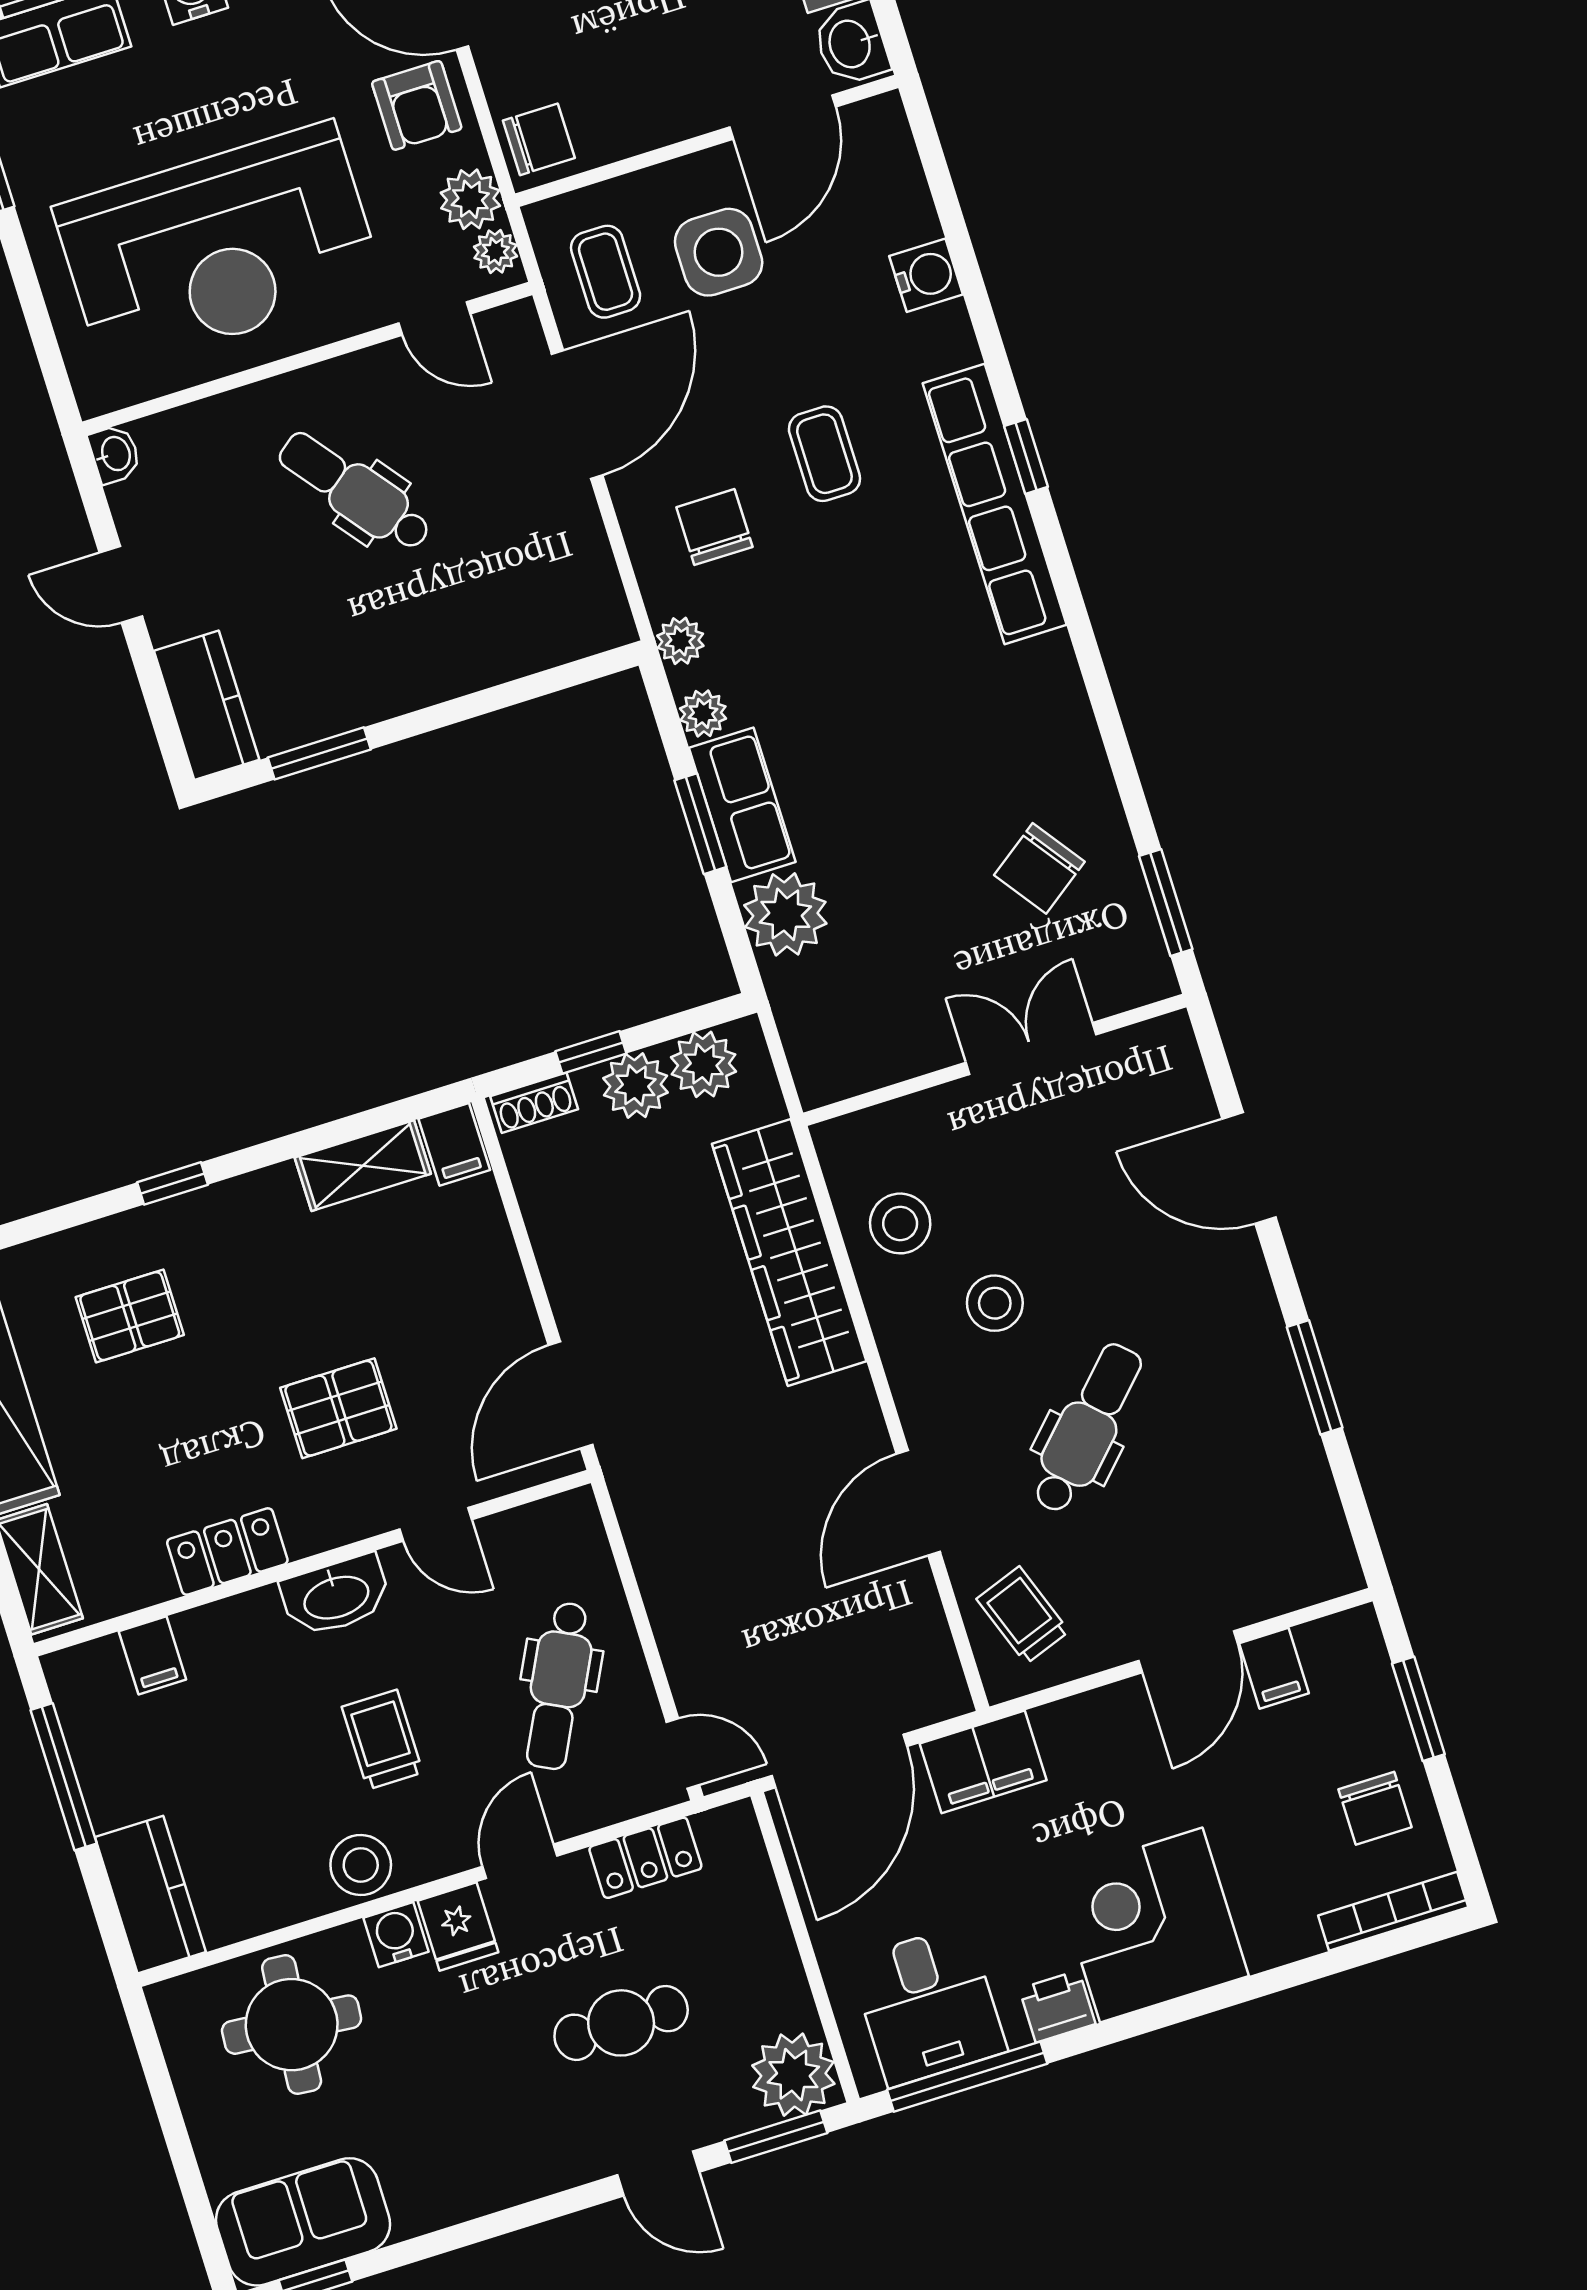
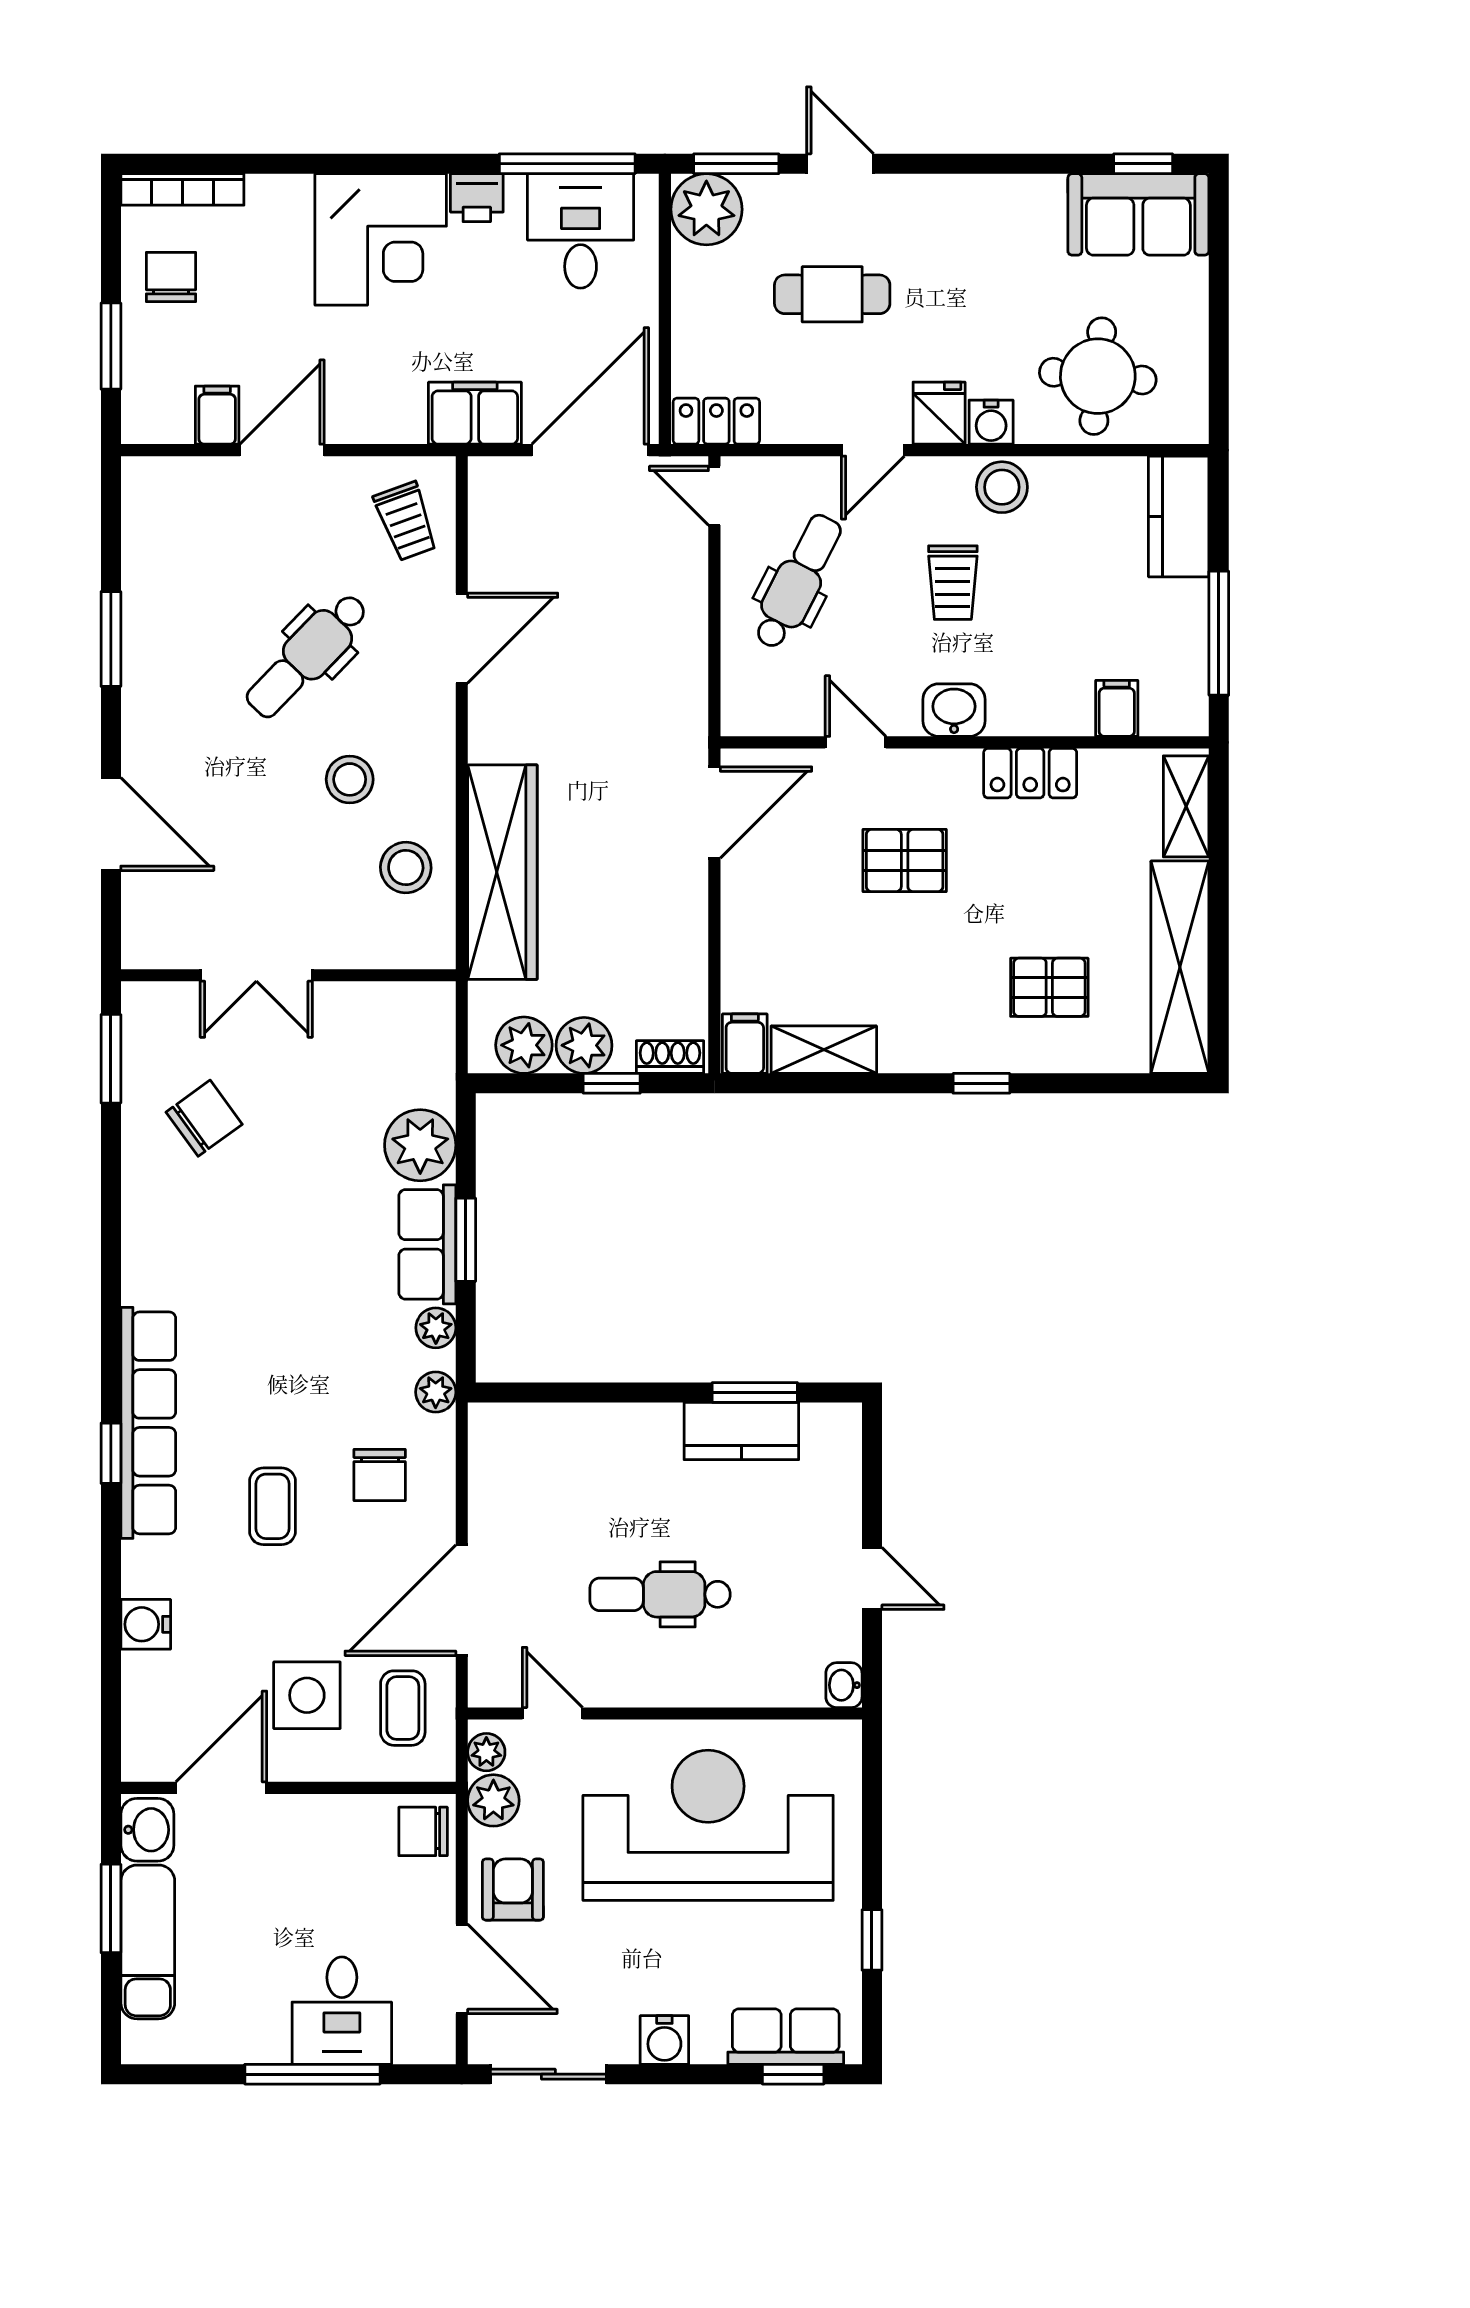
dental chair: (355, 491) -> (660, 1594), turned 128
kitchen counter: (207, 705) -> (741, 1431), moved, turned -90
washbasin: (336, 1596) -> (954, 710), width x0.72
locker: (645, 1858) -> (716, 421), moved

